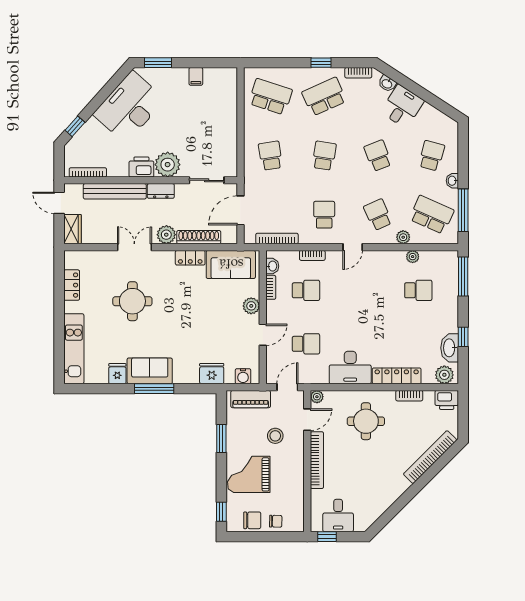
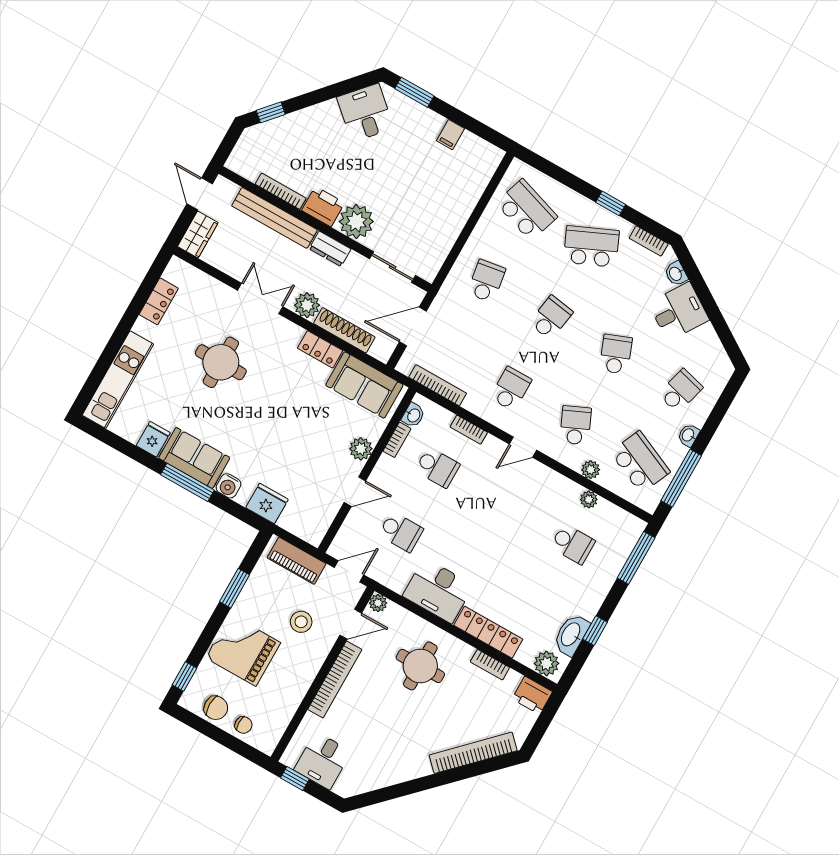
desk: (129, 107) -> (365, 113), width x0.53, depth x0.77
bookcase: (88, 172) -> (281, 191), moved
water cooler: (243, 376) -> (228, 486), moved

